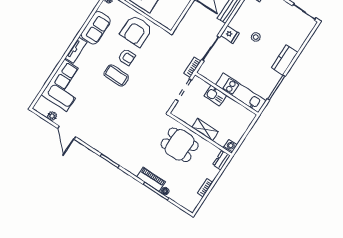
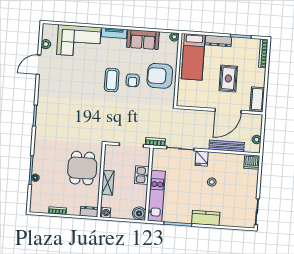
boiler: (248, 117) -> (139, 213), added
piano: (151, 179) -> (39, 160), removed

